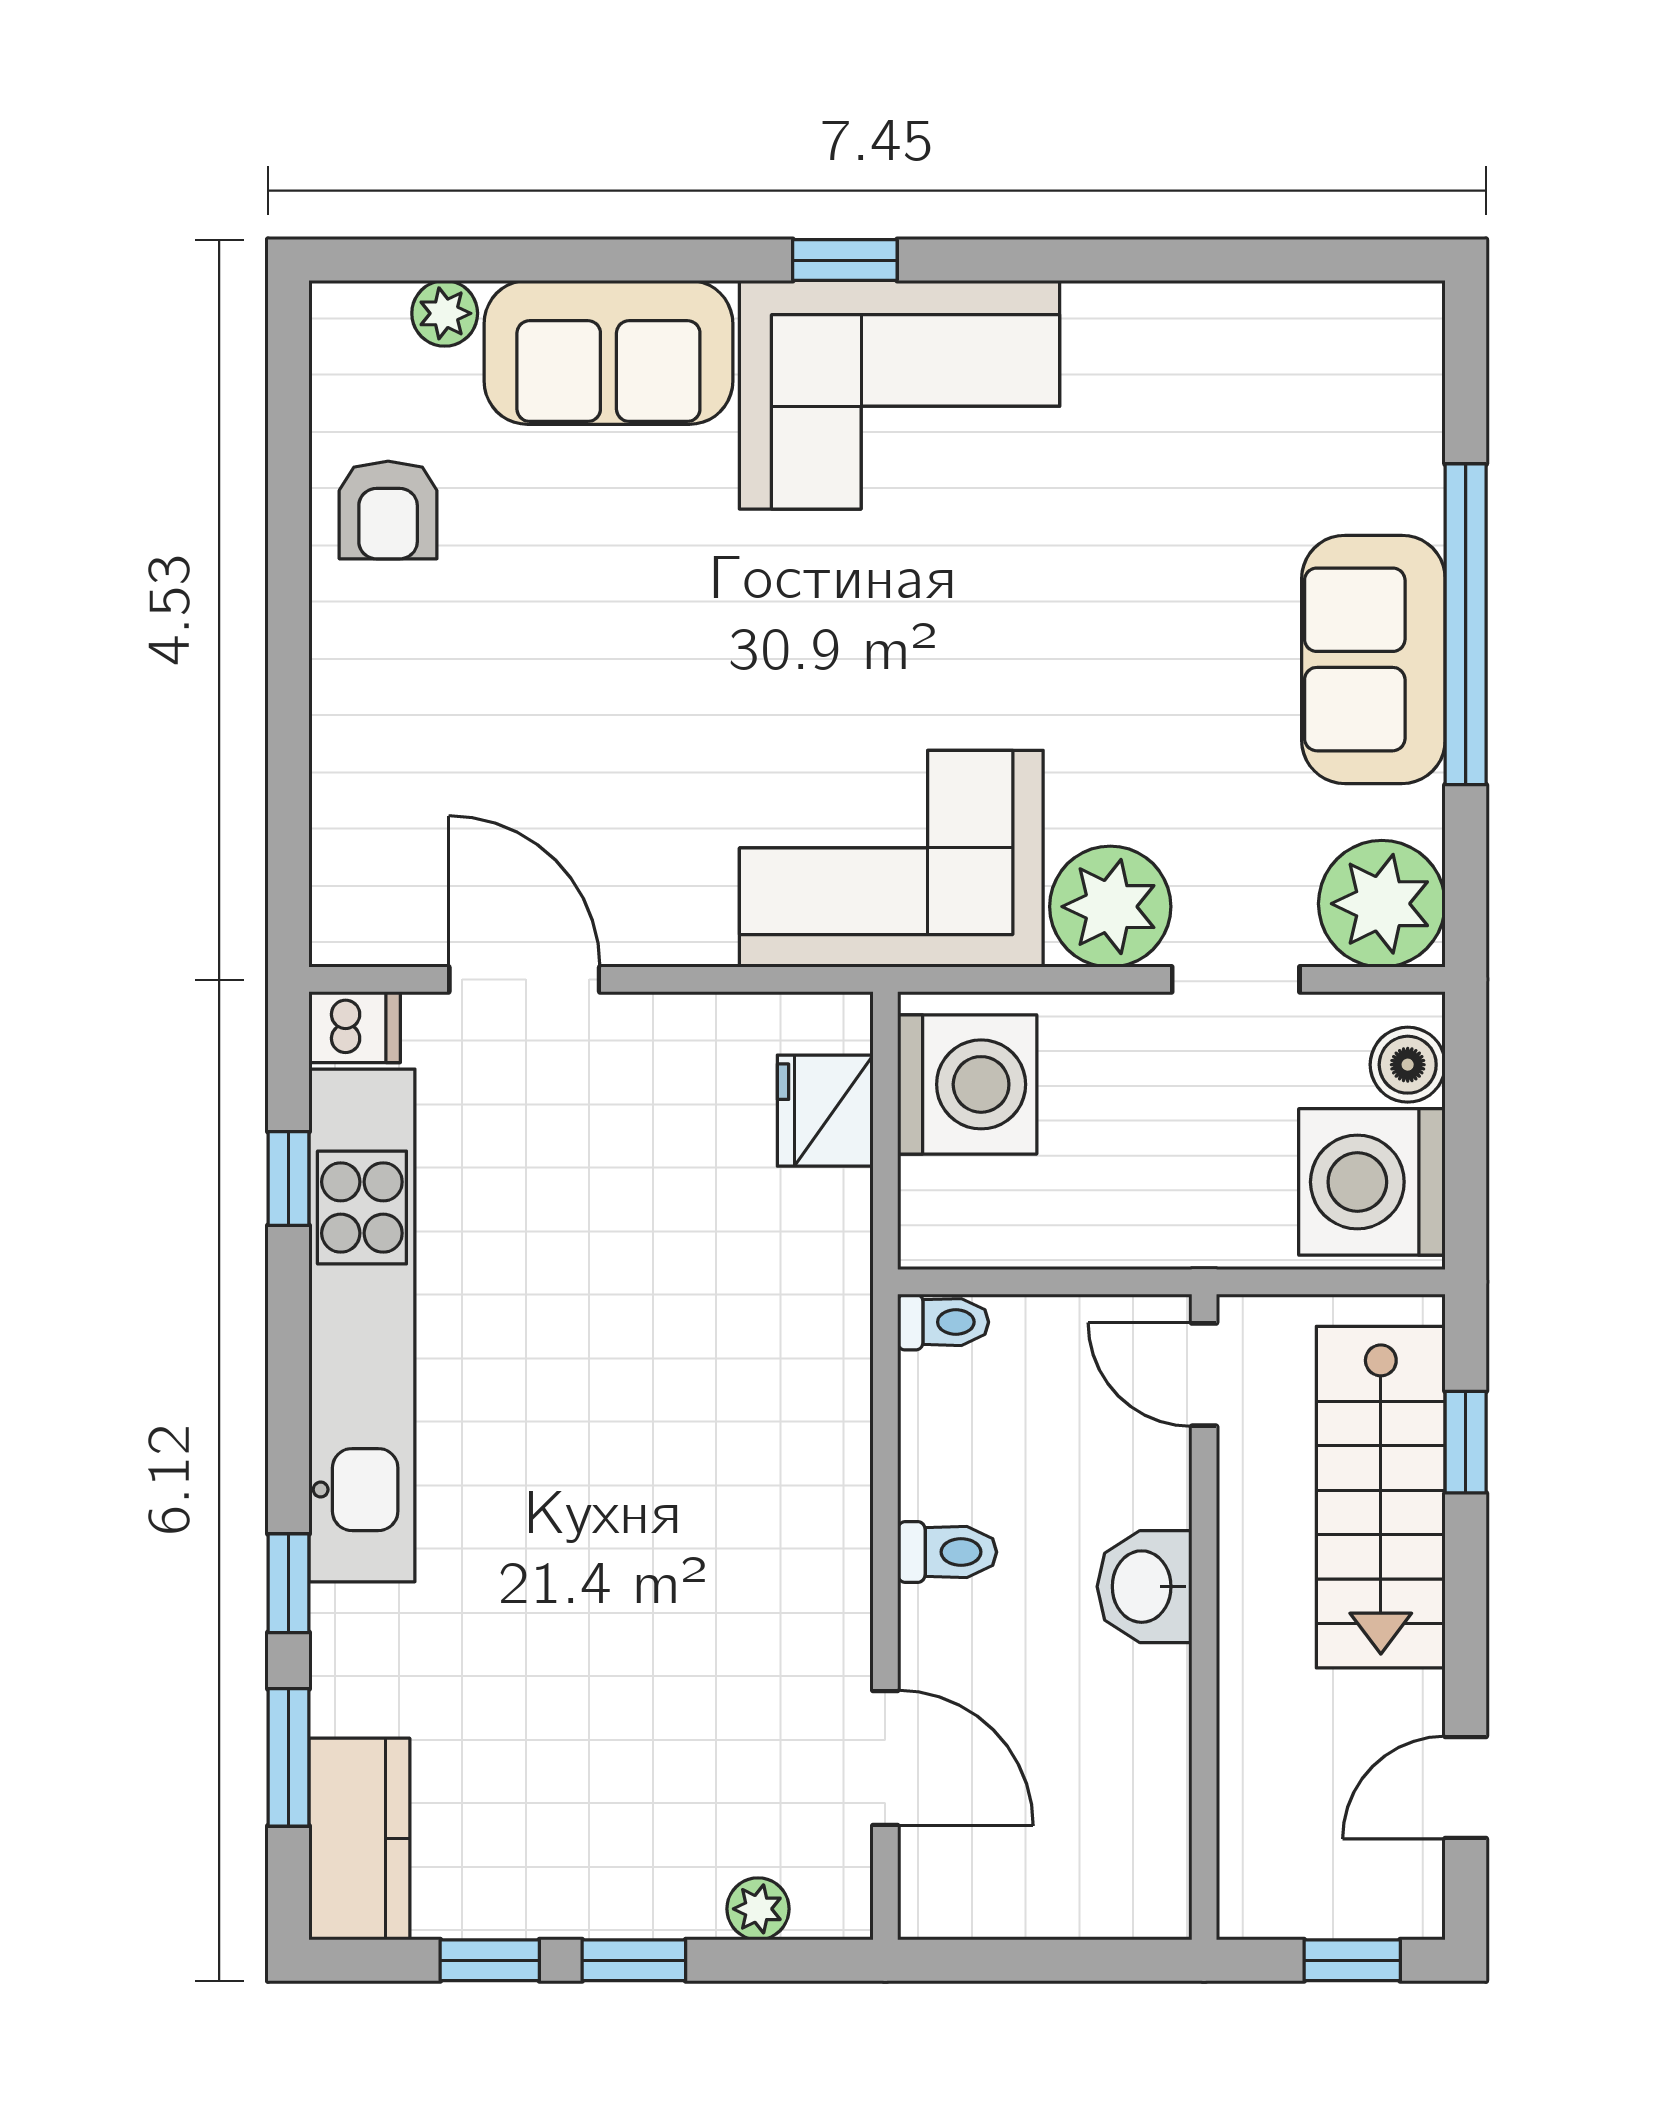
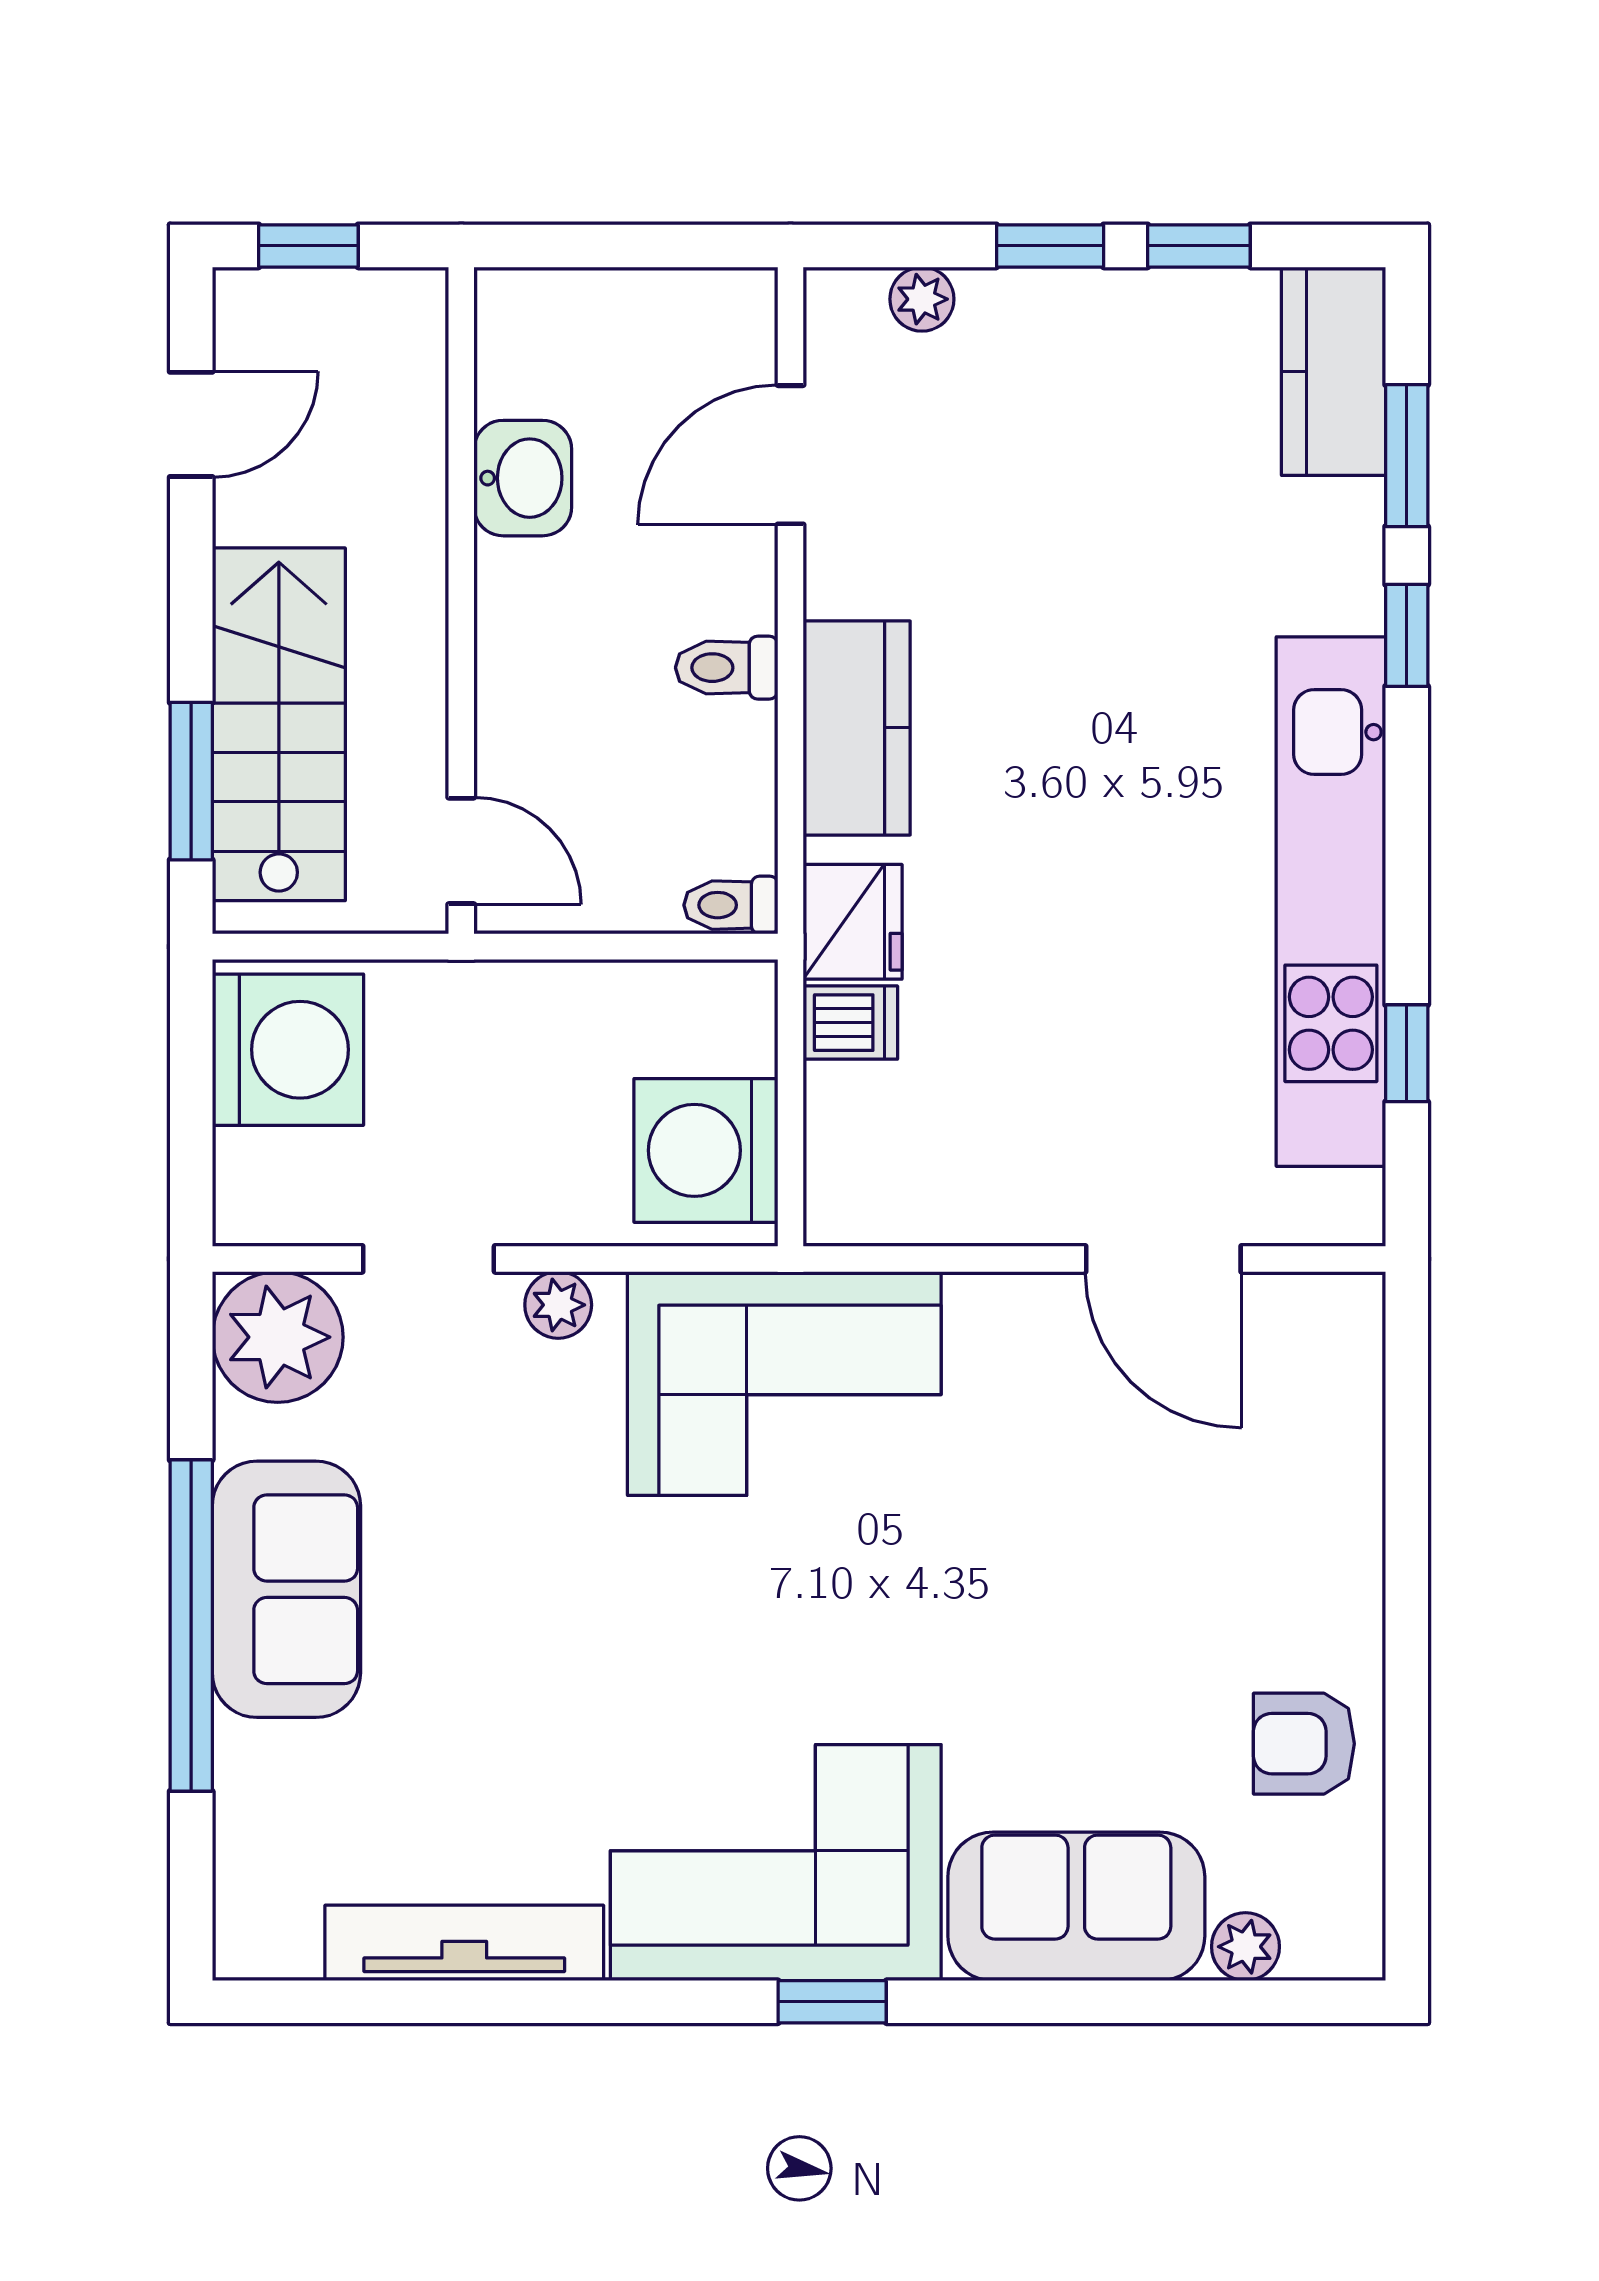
tv unit: (1201, 317) -> (464, 1943), added
armchair: (388, 510) -> (1304, 1744), turned -90
plant: (1110, 907) -> (558, 1305), width x0.53, depth x0.53
dishwasher: (355, 1027) -> (850, 1023), moved, turned 180
boiler: (1408, 1065) -> (251, 1171), removed
fridge: (825, 1111) -> (853, 922), moved
window: (1466, 1442) -> (191, 781), width x1.50
kitchen counter: (821, 1494) -> (857, 728), added
washbasin: (1144, 1587) -> (523, 478), moved
door: (885, 1758) -> (790, 455), hinge flipped

